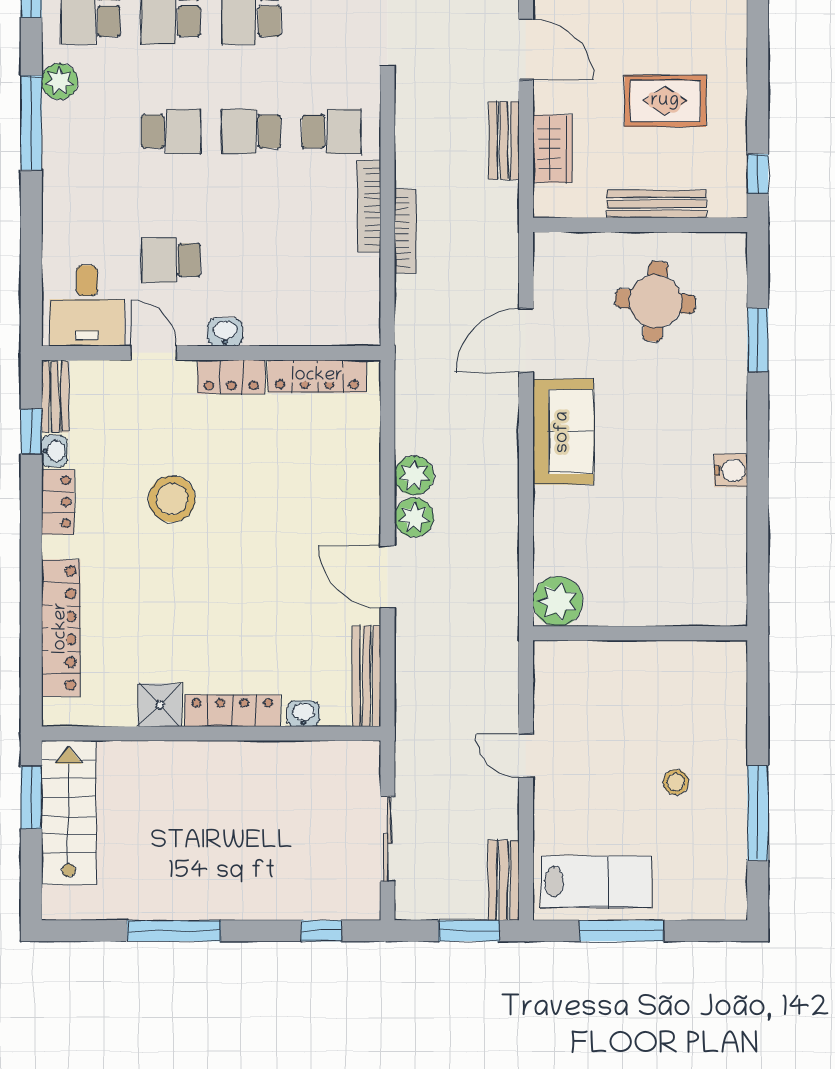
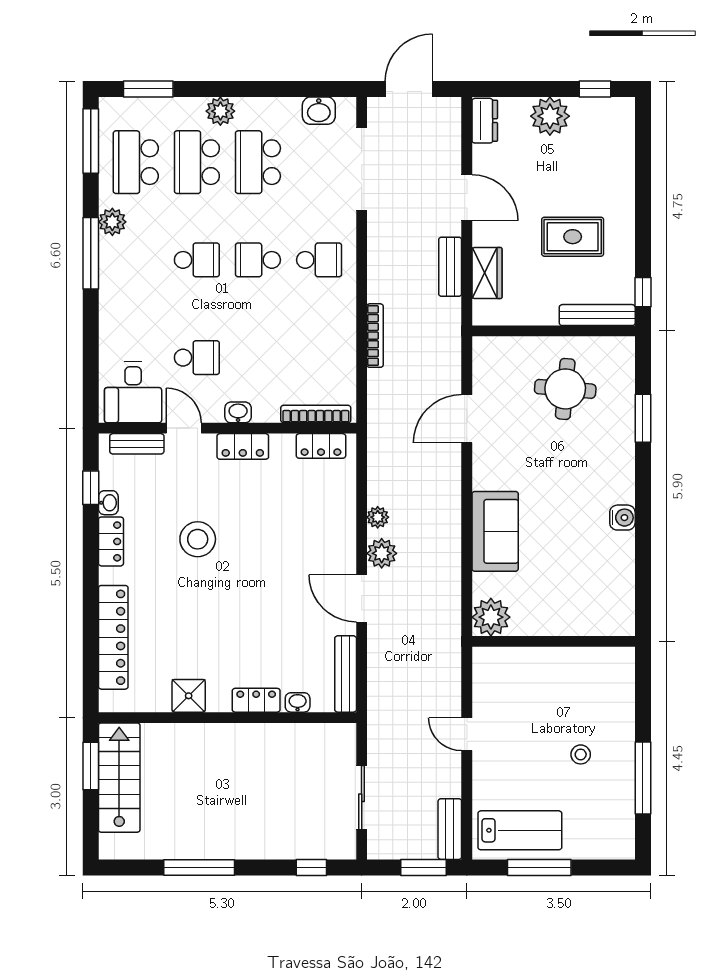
bench: (656, 204) -> (597, 315), moved
bookcase: (369, 206) -> (316, 414), moved, turned 90
school desk: (171, 260) -> (197, 358), turned 180
locker: (317, 376) -> (321, 446), width x0.66
bench: (55, 397) -> (137, 444), moved, turned 90
sofa: (563, 432) -> (495, 531), moved
plant: (414, 475) -> (378, 517), width x0.73, depth x0.73
locker: (232, 711) -> (256, 700), width x0.66

